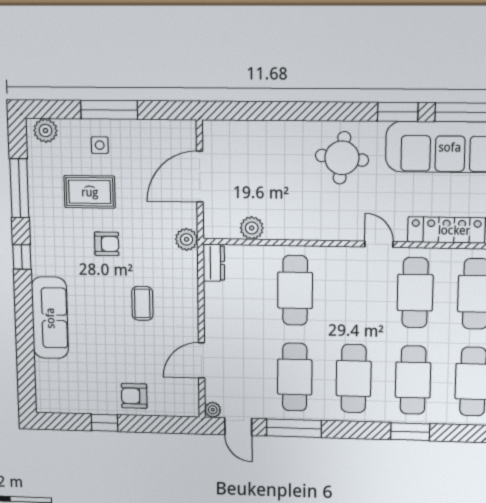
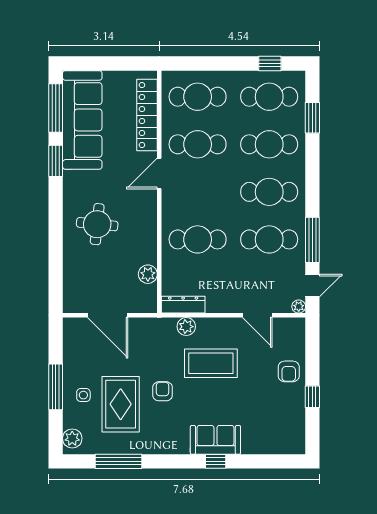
round table: (342, 158) -> (97, 224), moved
rug: (90, 192) -> (121, 404), width x1.36, depth x1.43
plant: (187, 239) -> (186, 327), moved
door: (379, 244) -> (159, 173), width x1.38
window: (22, 257) -> (216, 461), moved
dresser: (214, 263) -> (183, 305), width x1.44
coffee table: (142, 303) -> (211, 363), width x1.86, depth x1.72
sofa: (50, 318) -> (215, 440), width x0.73
window: (410, 432) -> (312, 118), moved

